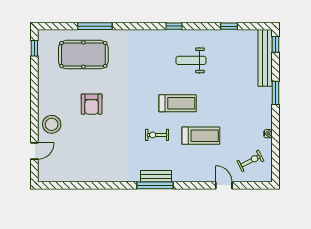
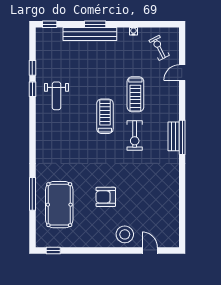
window: (174, 26) -> (32, 89), moved
bench: (265, 58) -> (90, 34), moved
weight bench: (191, 60) -> (57, 96), moved
armchair: (92, 104) -> (106, 197), turned 180
exercise bike: (157, 135) -> (135, 135), width x1.38, depth x1.39
treadmill: (201, 136) -> (135, 94), turned 180

